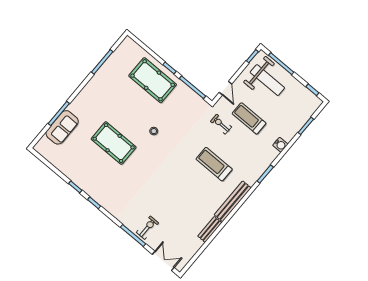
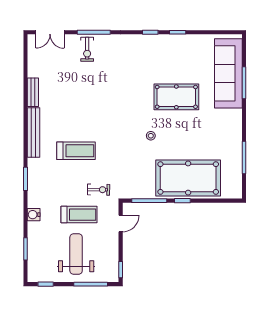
pool table: (153, 80) -> (188, 178), width x1.36, depth x1.32
weight bench: (267, 80) -> (76, 254), moved, turned 90
door: (225, 88) -> (121, 223), swing flipped
sofa: (62, 127) -> (228, 73), width x1.85, depth x1.27

